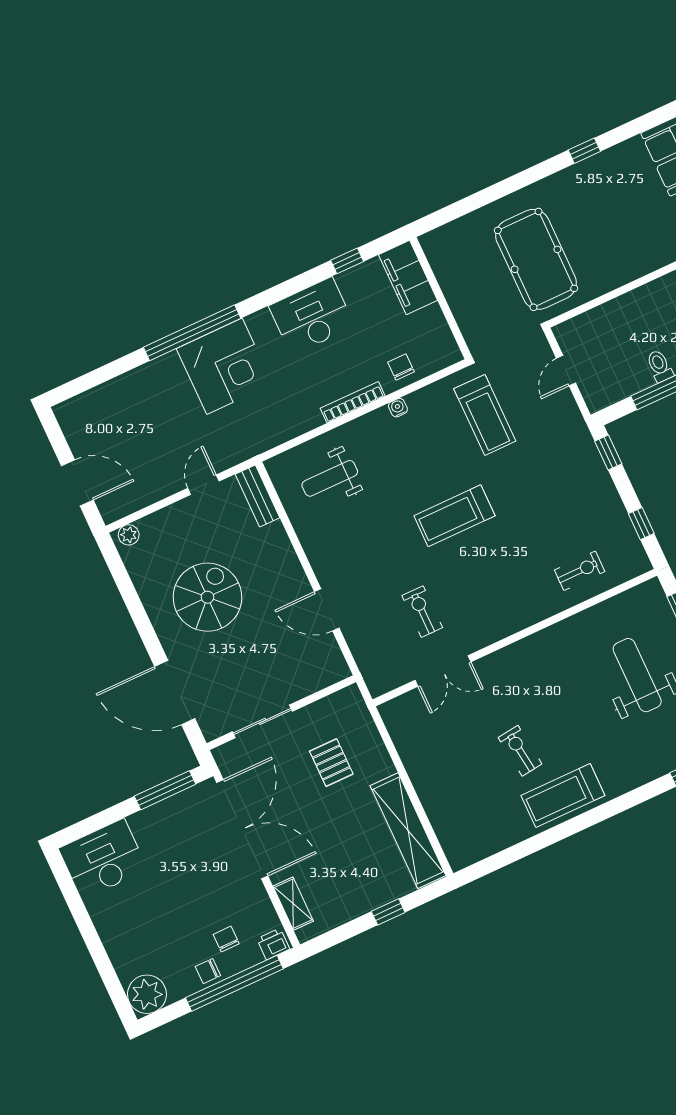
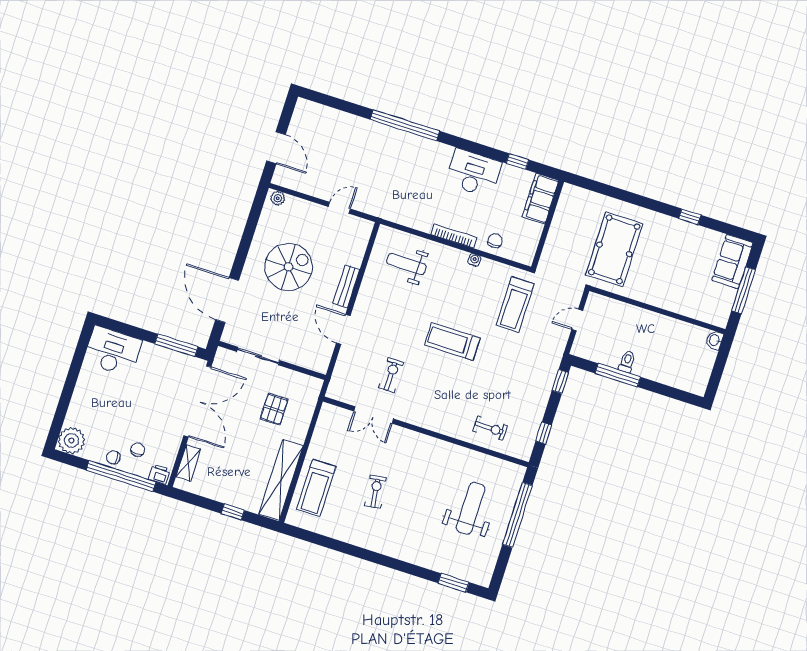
corner desk: (224, 366) -> (406, 157), removed
bench: (257, 496) -> (346, 286), moved
treadmill: (563, 795) -> (316, 488), moved, turned -90

